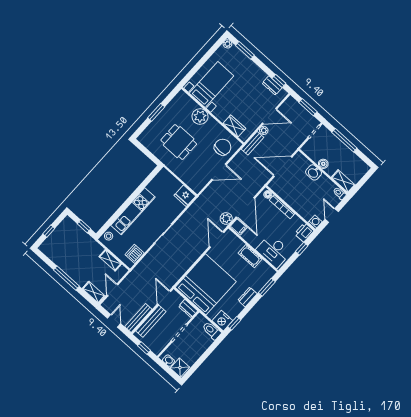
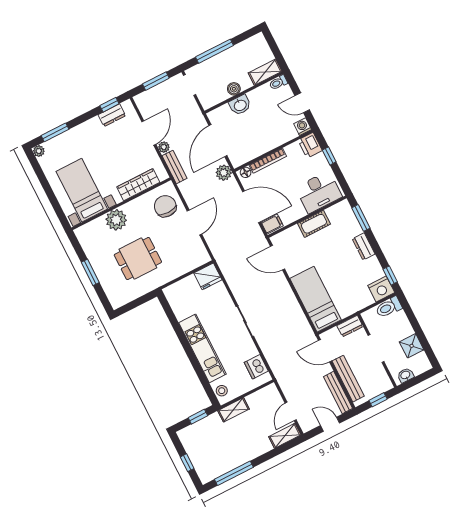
wardrobe: (234, 126) -> (138, 185), width x1.50
plant: (226, 219) -> (224, 173), moved
shelving: (110, 260) -> (234, 410), moved
window: (66, 278) -> (234, 473), moved
bed: (206, 284) -> (316, 299), width x0.49
door: (112, 290) -> (291, 411), hinge flipped
shower: (180, 368) -> (412, 346), moved

